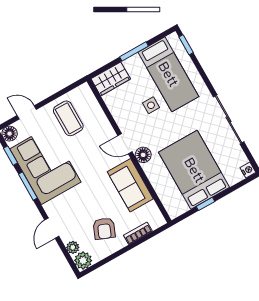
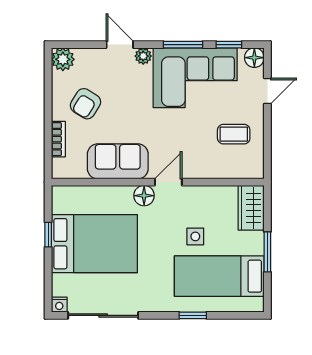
window: (186, 45) -> (193, 315), moved
coffee table: (68, 118) -> (234, 134), width x0.73, depth x0.77
sliding door: (229, 119) -> (103, 315), moved
armchair: (104, 229) -> (86, 104), turned -80
plant: (73, 247) -> (143, 56), moved

